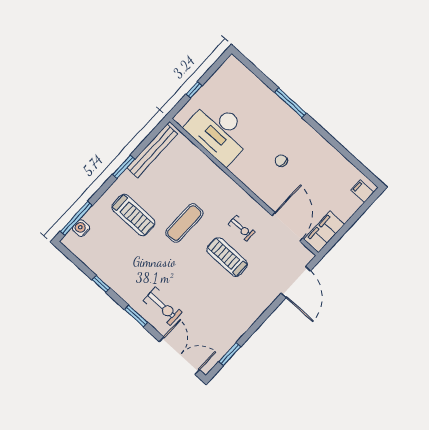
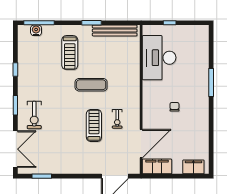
filing cabinet: (362, 191) -> (193, 167), width x2.00

